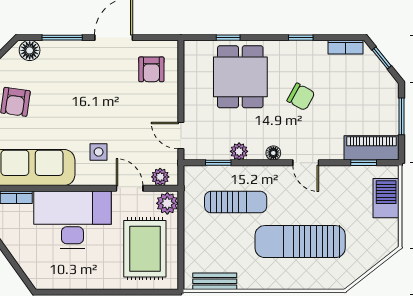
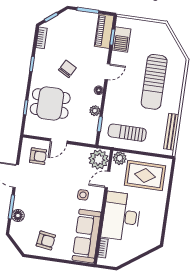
floor lamp: (30, 50) -> (18, 216), moved
door: (181, 135) -> (59, 141), moved
plant: (160, 177) -> (99, 159), width x1.87, depth x1.87
barbecue: (386, 198) -> (121, 39), moved, turned -90
sun lounger: (236, 202) -> (127, 133), moved, turned -90
bench: (215, 281) -> (171, 132), width x1.36

